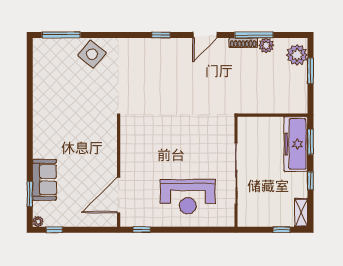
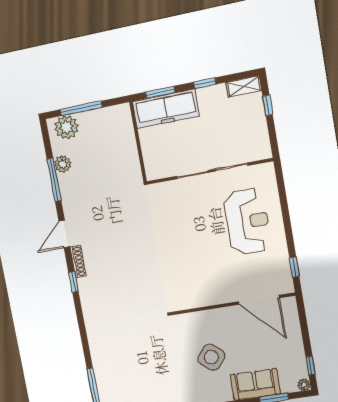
door: (205, 35) -> (64, 234), swing flipped
shoe rack: (243, 43) -> (78, 262), moved
side table: (92, 54) -> (211, 357), moved
window: (311, 71) -> (81, 108), width x1.44

